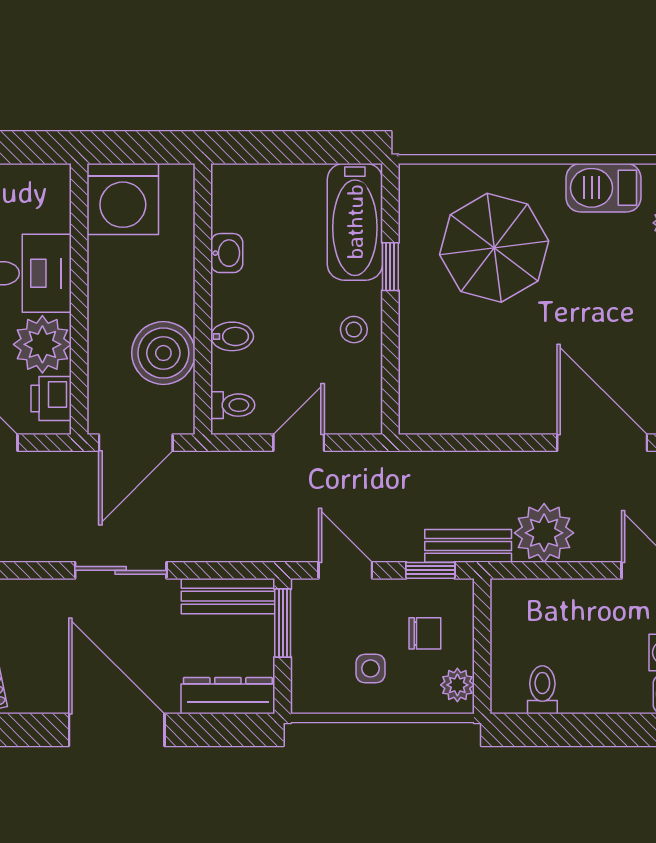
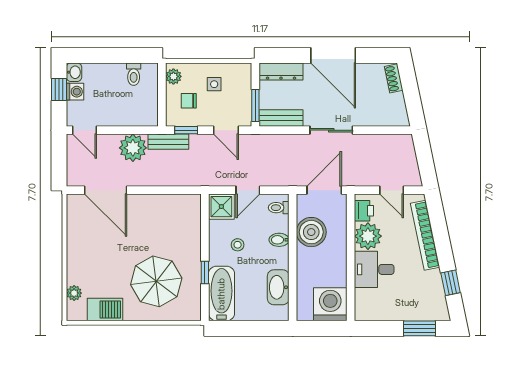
washbasin: (227, 253) -> (278, 287), width x1.91, depth x1.45
stool: (354, 330) -> (238, 245), moved
shower: (355, 407) -> (221, 207), added

